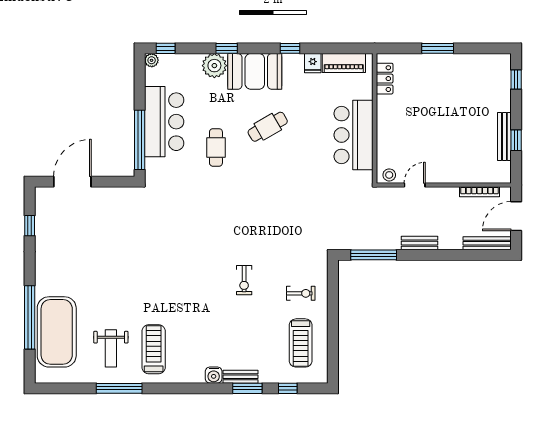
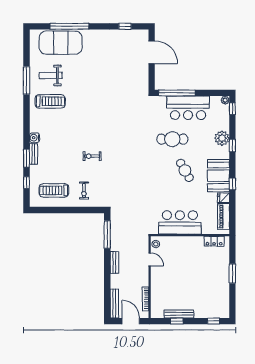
booth: (255, 71) -> (218, 176), moved
cafe table: (216, 147) -> (172, 139), width x1.37, depth x1.35

